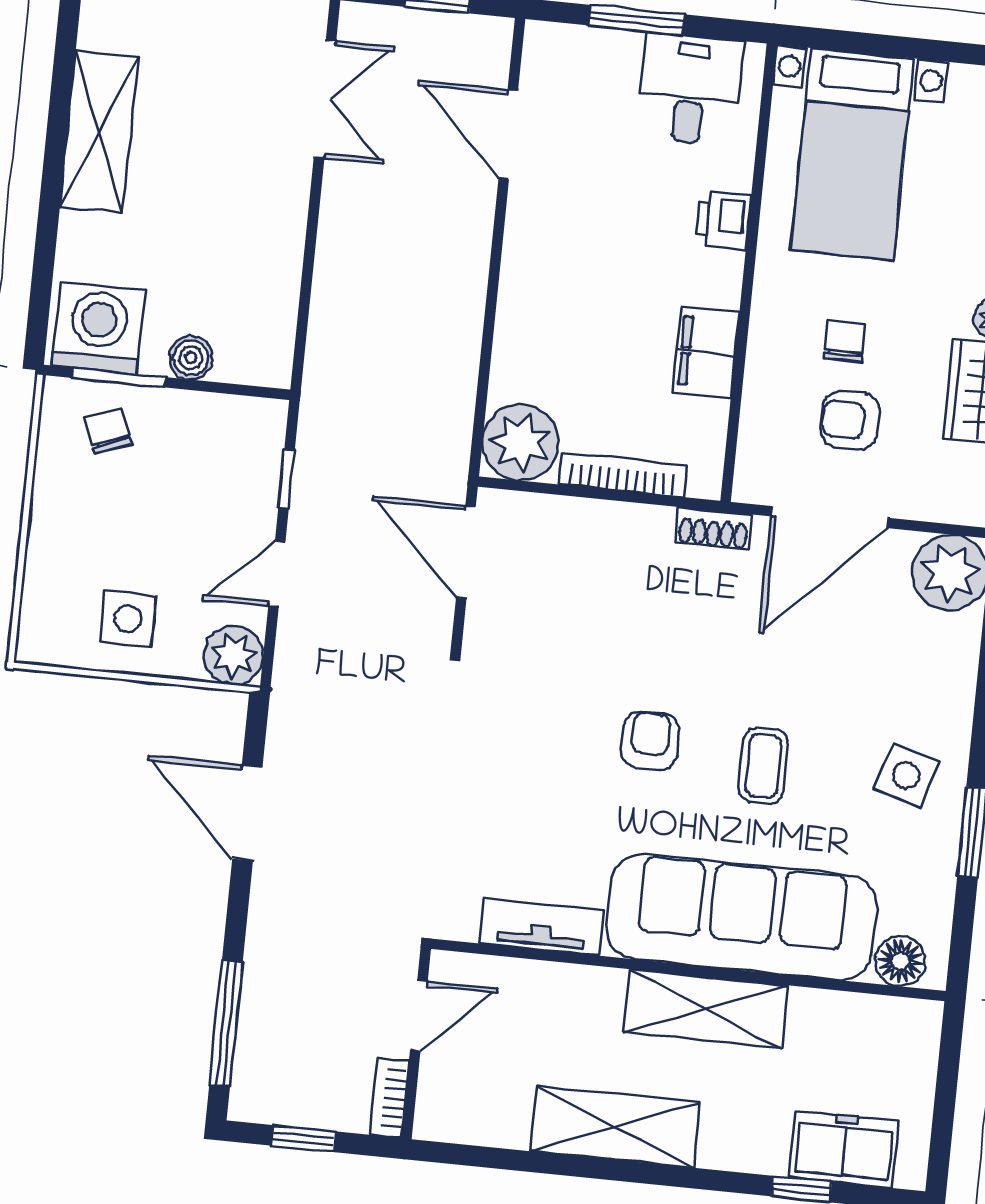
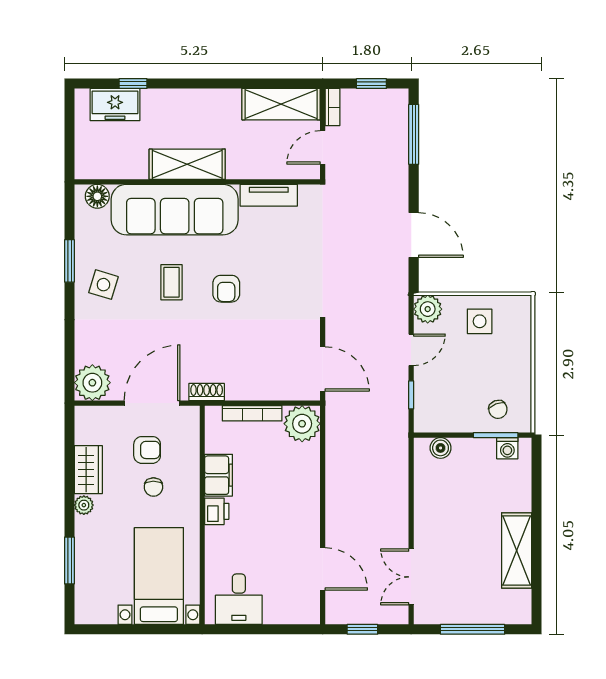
window: (636, 20) -> (268, 629), removed
printer: (723, 220) -> (217, 511), moved
washing machine: (99, 328) -> (507, 448), width x0.53, depth x0.53
boiler: (191, 358) -> (441, 448), moved
shelving: (615, 1127) -> (281, 104), moved

